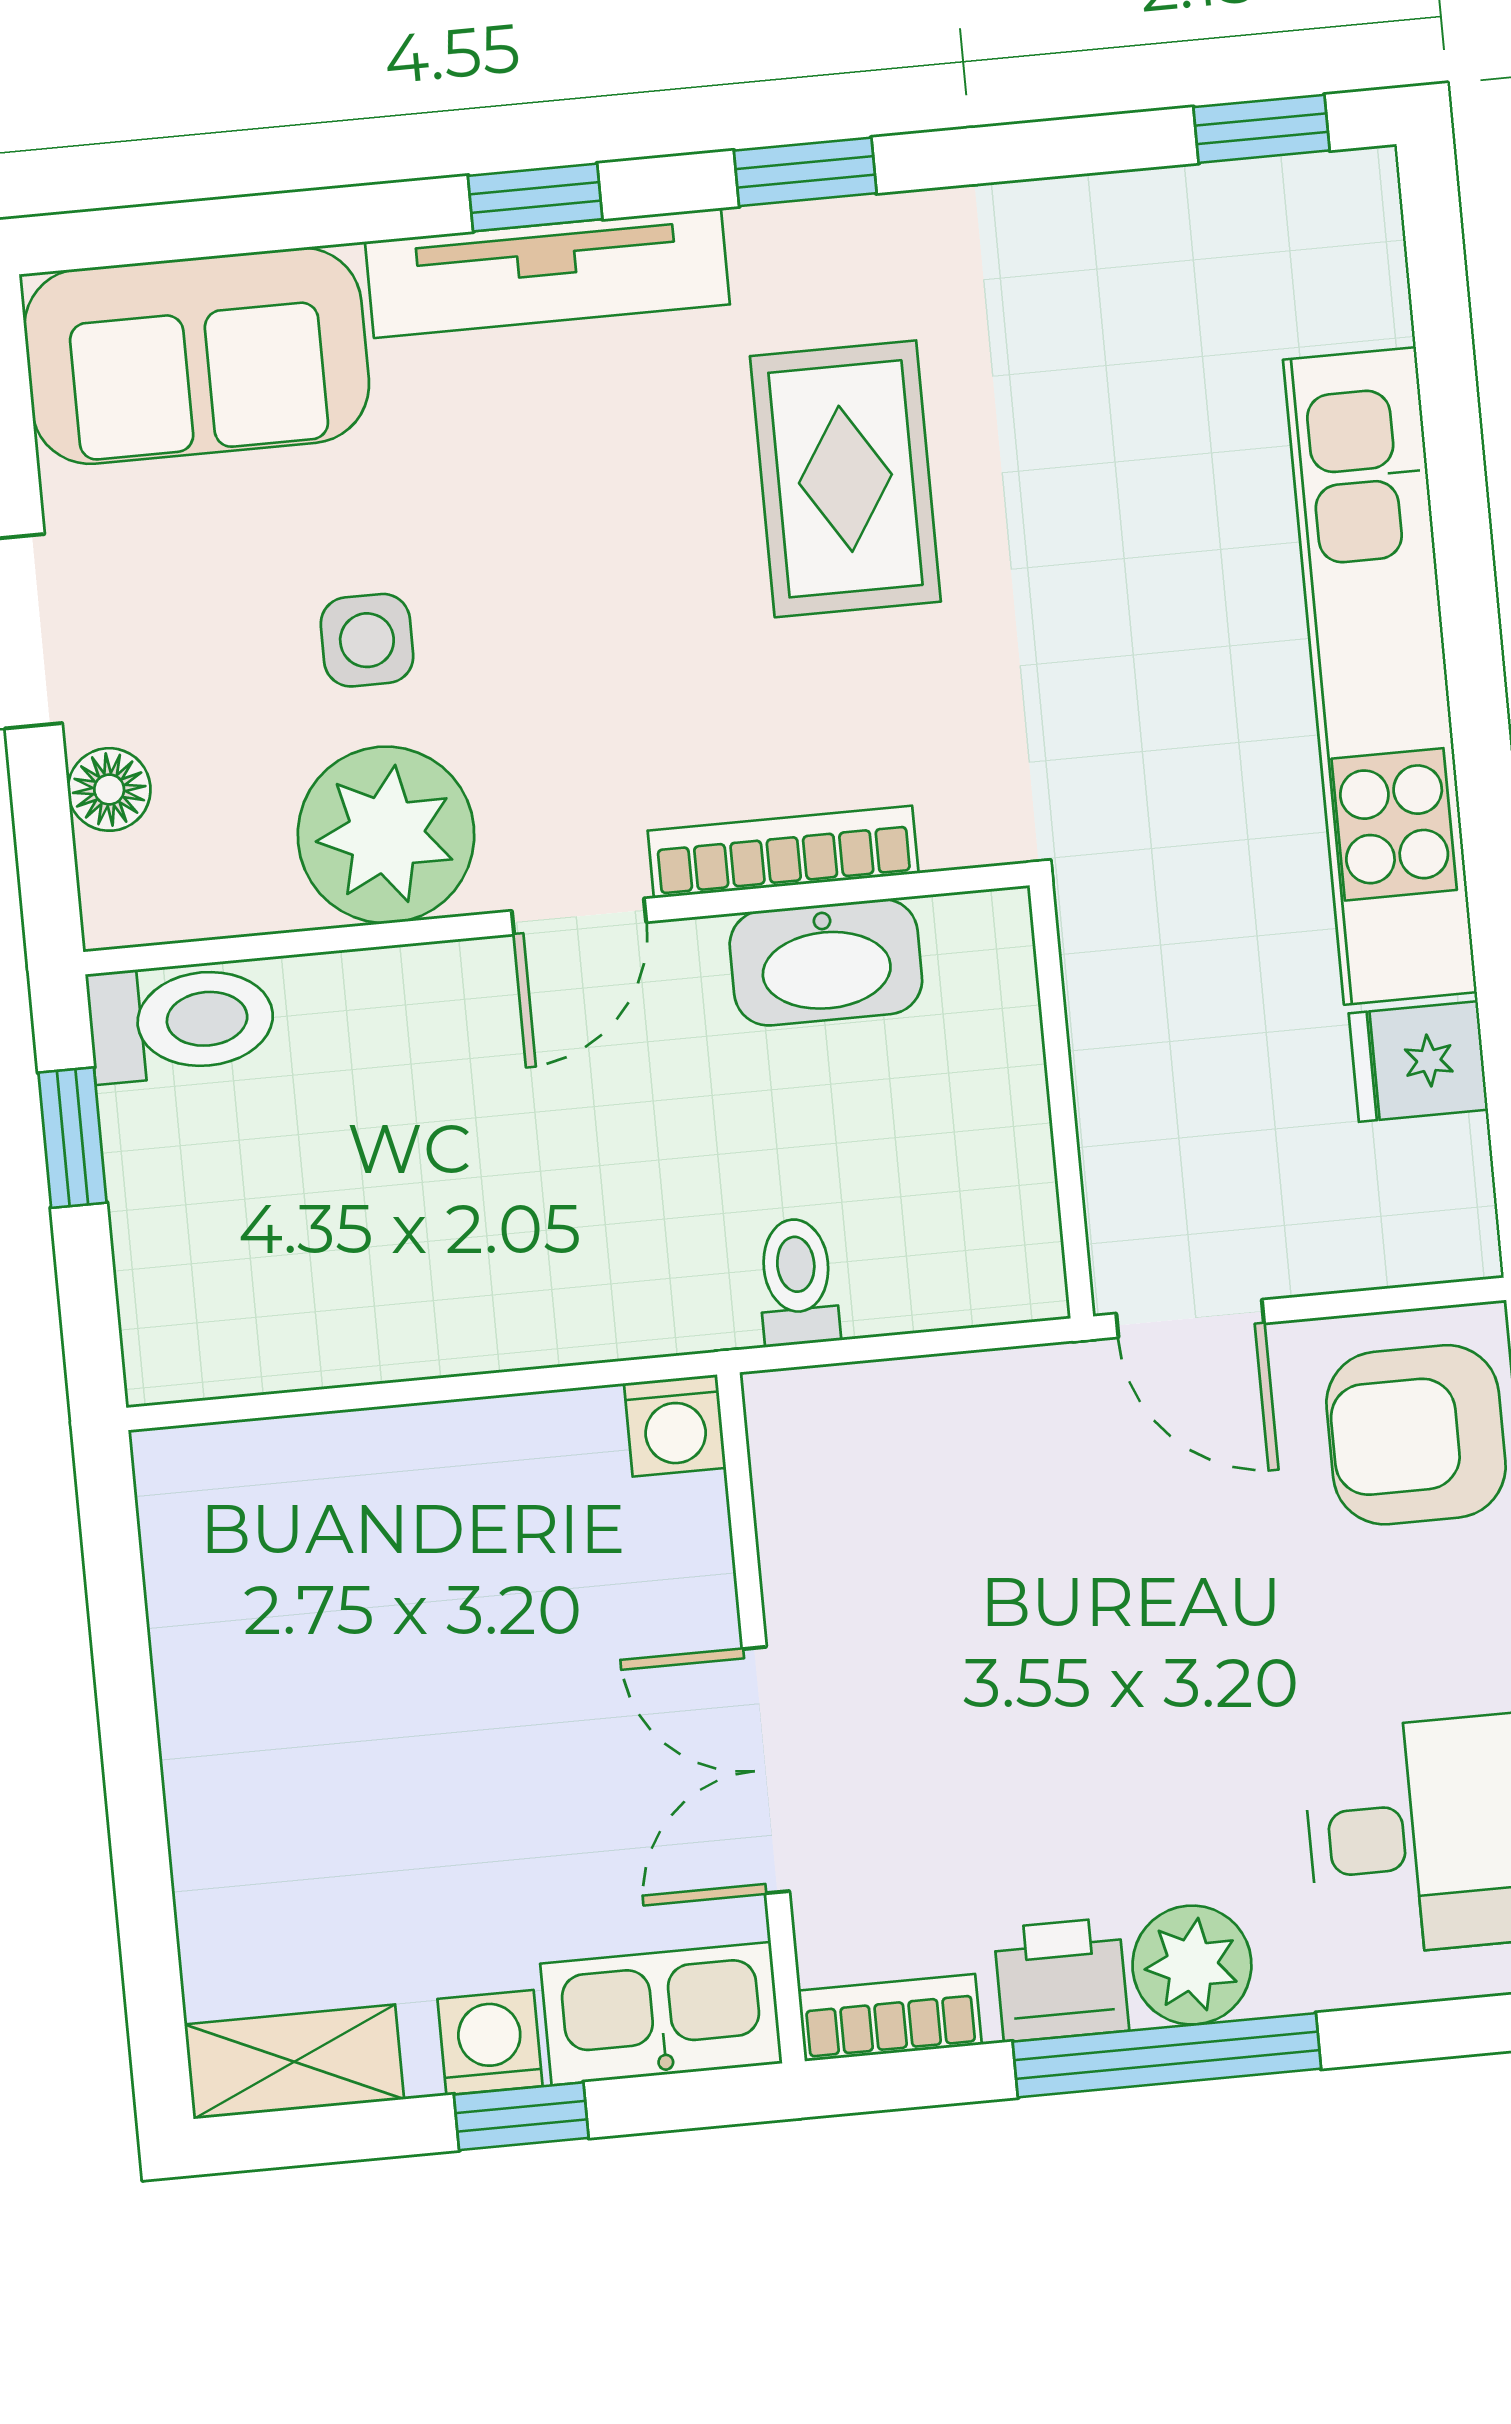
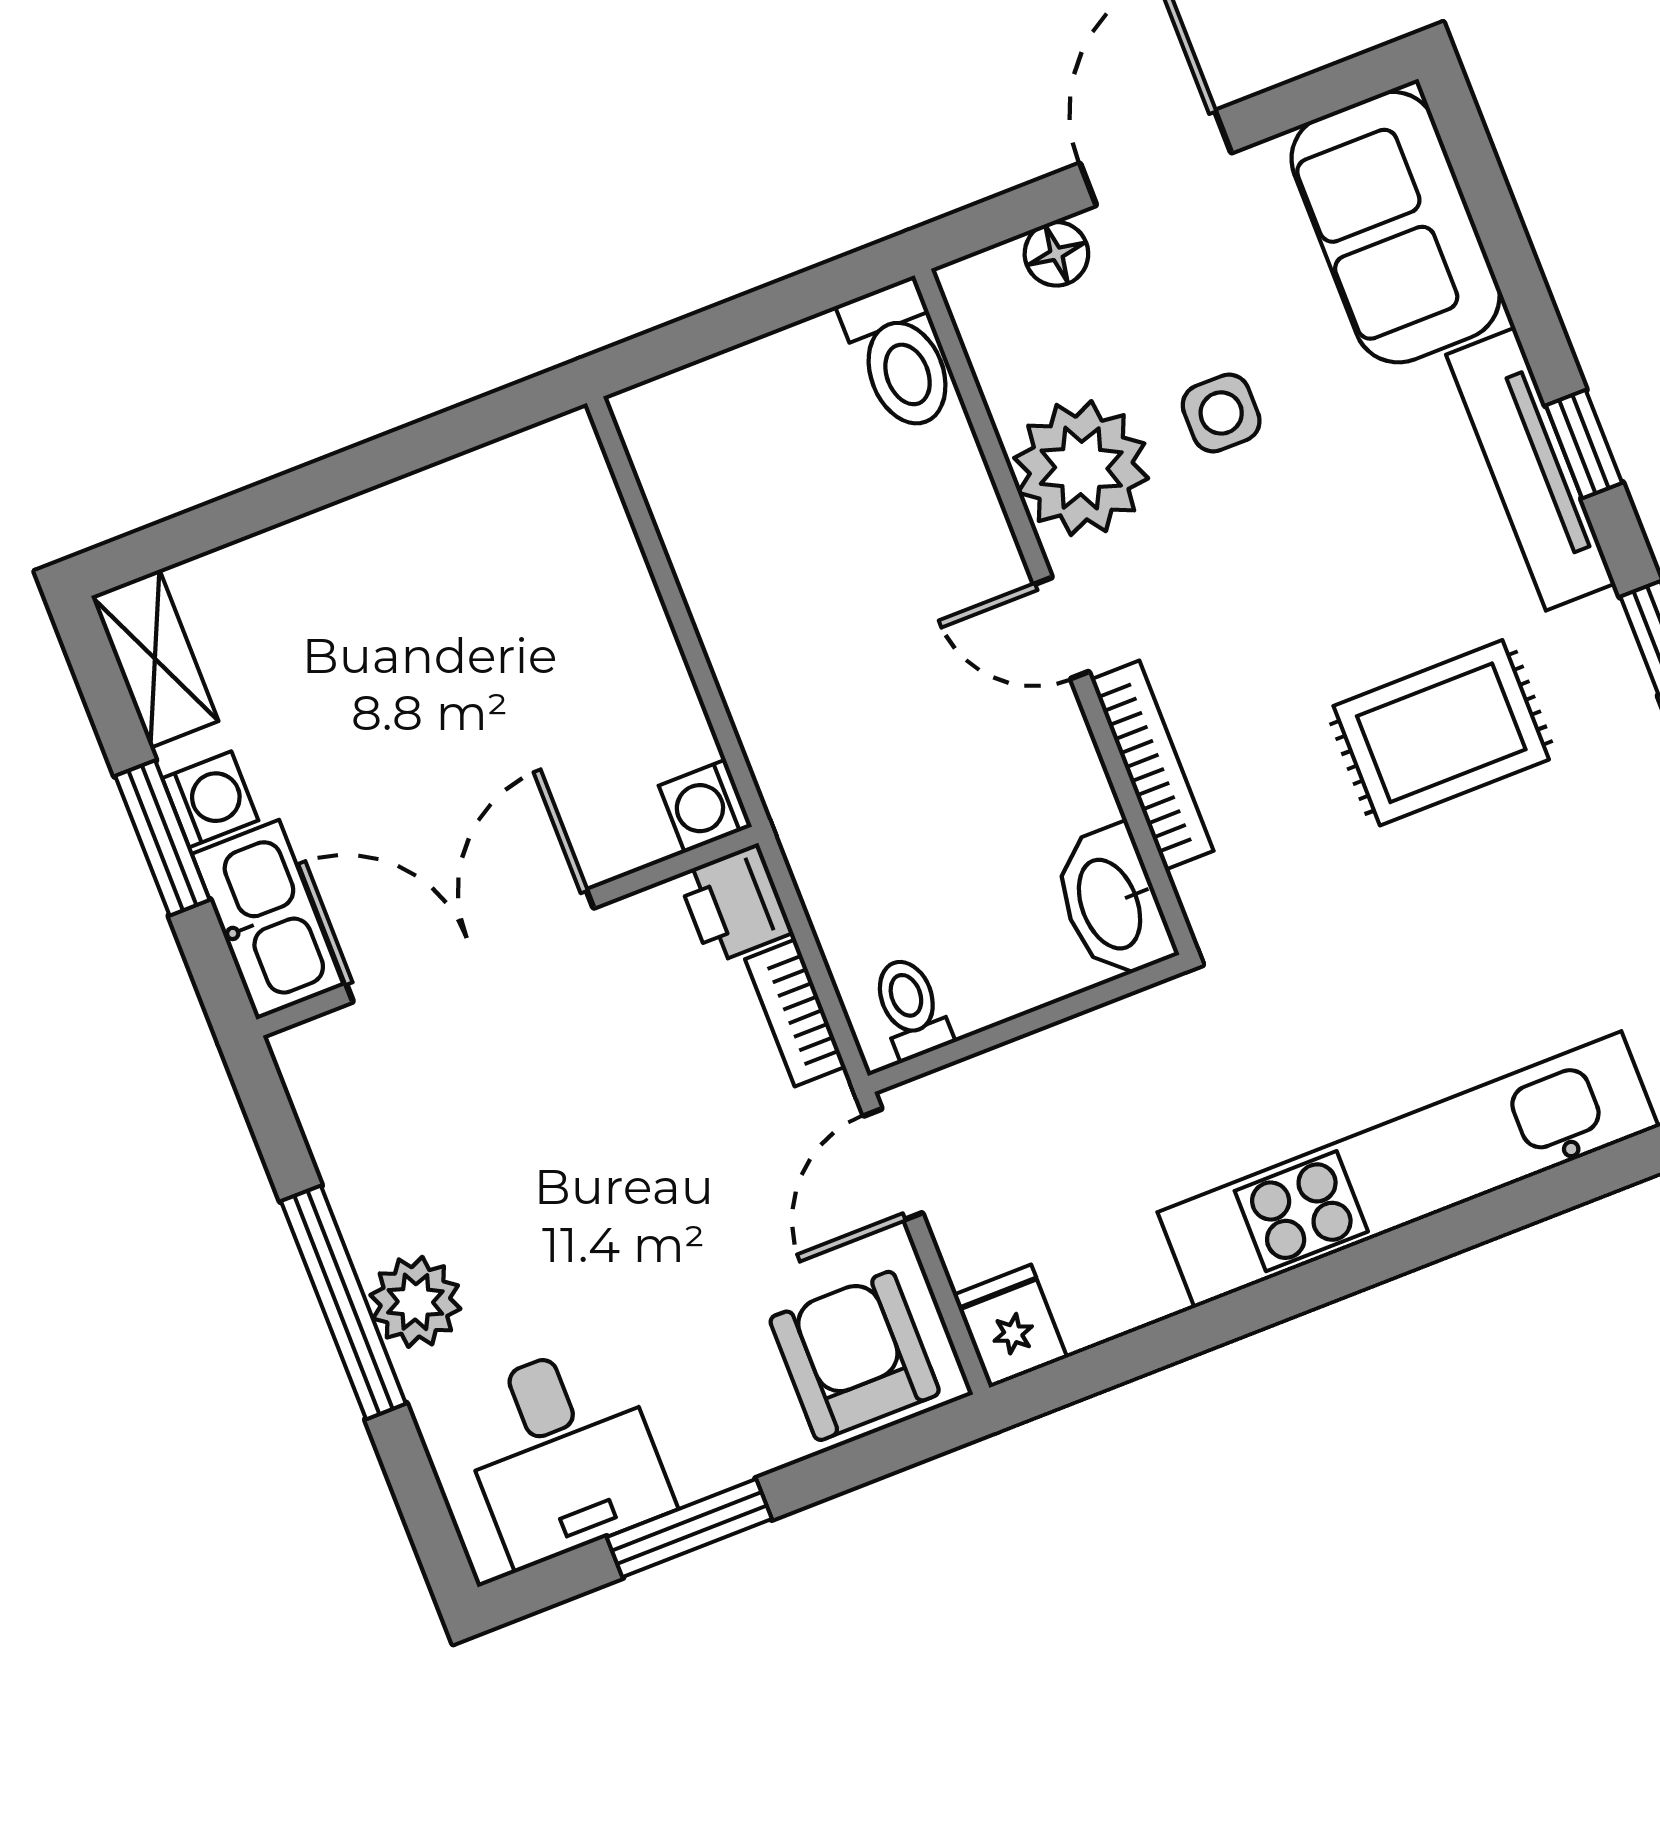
washbasin: (826, 962) -> (1112, 903), moved
fridge: (1418, 1061) -> (1010, 1326), moved
window: (73, 1138) -> (791, 300), removed
toilet: (797, 1282) -> (911, 1008), moved, turned -90
double door: (766, 1770) -> (470, 946), width x1.37
printer: (1061, 1980) -> (735, 904), moved, turned 180
bookcase: (890, 2018) -> (795, 1013), moved, turned 180
window: (521, 2116) -> (162, 838), width x1.50

